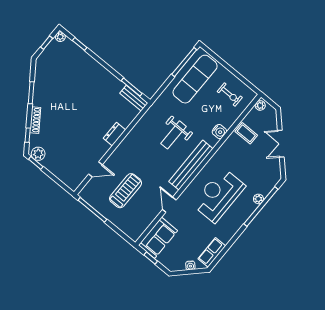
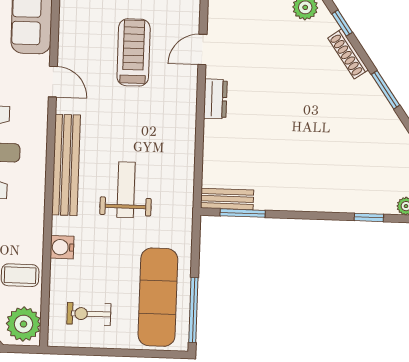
plant: (260, 105) -> (23, 324), width x1.88, depth x1.88
dresser: (114, 134) -> (215, 99), moved
treadmill: (126, 191) -> (134, 52), turned 180

